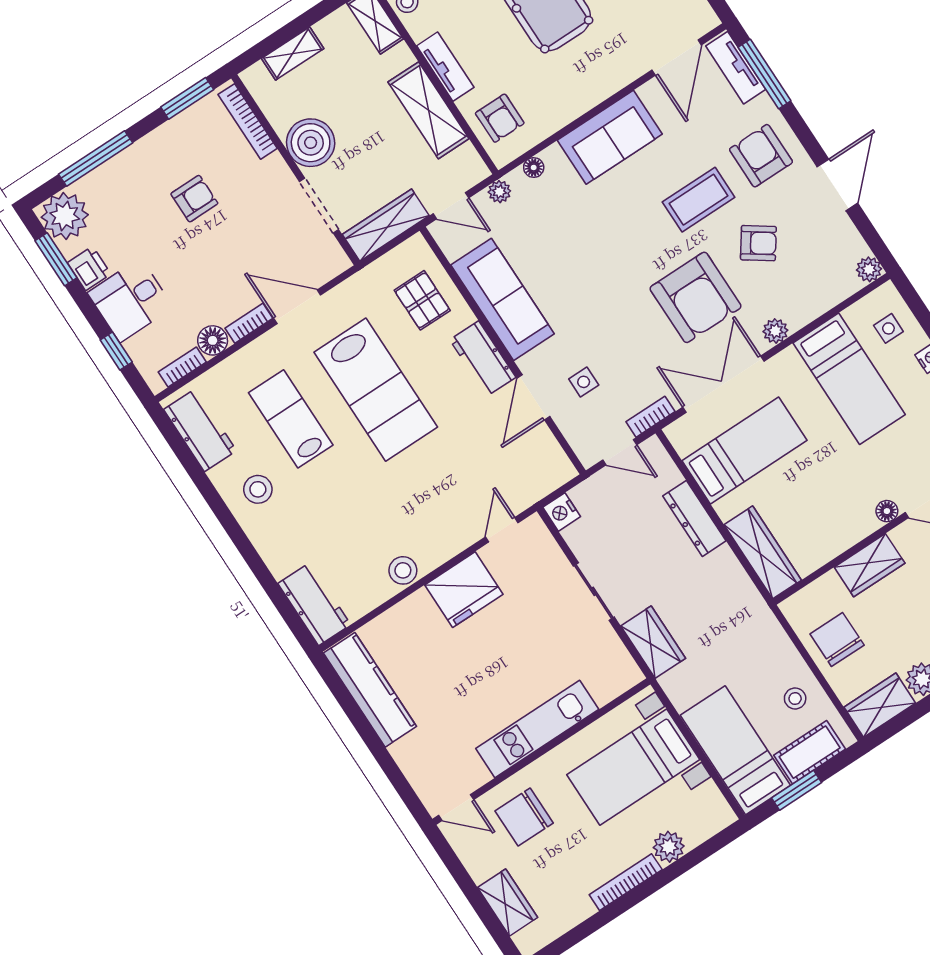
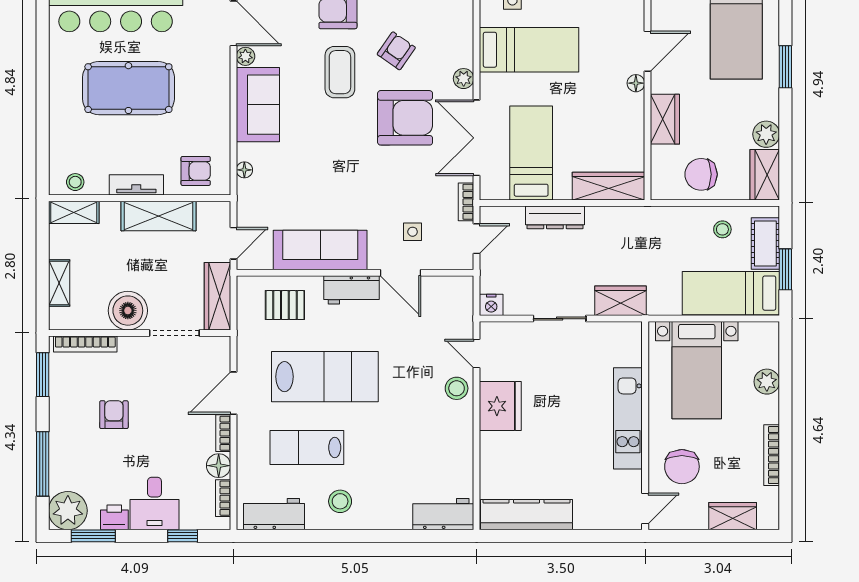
plant: (499, 192) -> (245, 56), moved
stool: (403, 570) -> (457, 388), moved
bookcase: (626, 882) -> (772, 455), moved

